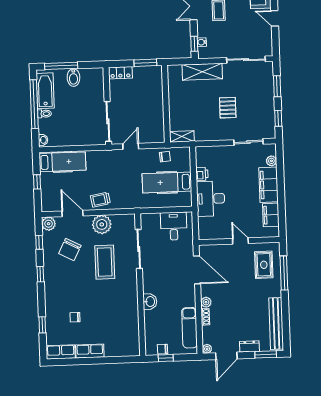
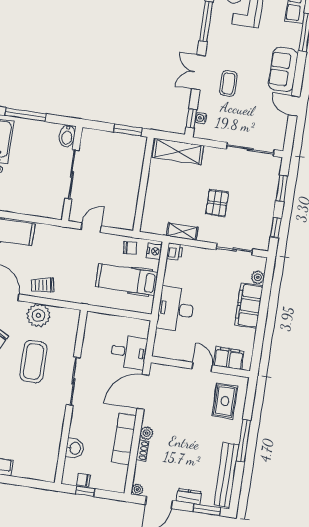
shelving: (202, 72) -> (178, 151), moved
locker: (120, 73) -> (95, 136), removed
bidet: (73, 77) -> (67, 136), moved
sliding door: (108, 121) -> (72, 174), moved
shelving: (182, 136) -> (182, 232), moved
nightstand: (185, 156) -> (154, 251), added
printer: (202, 174) -> (175, 252), moved
filing cabinet: (271, 215) -> (229, 358), moved, turned 90
desk: (174, 226) -> (129, 352), moved, turned 90
sliding door: (139, 249) -> (73, 381), moved
door: (197, 270) -> (143, 392), swing flipped
window: (284, 273) -> (244, 441), moved
washbasin: (150, 302) -> (75, 448), moved
exam couch: (190, 328) -> (124, 439), moved

